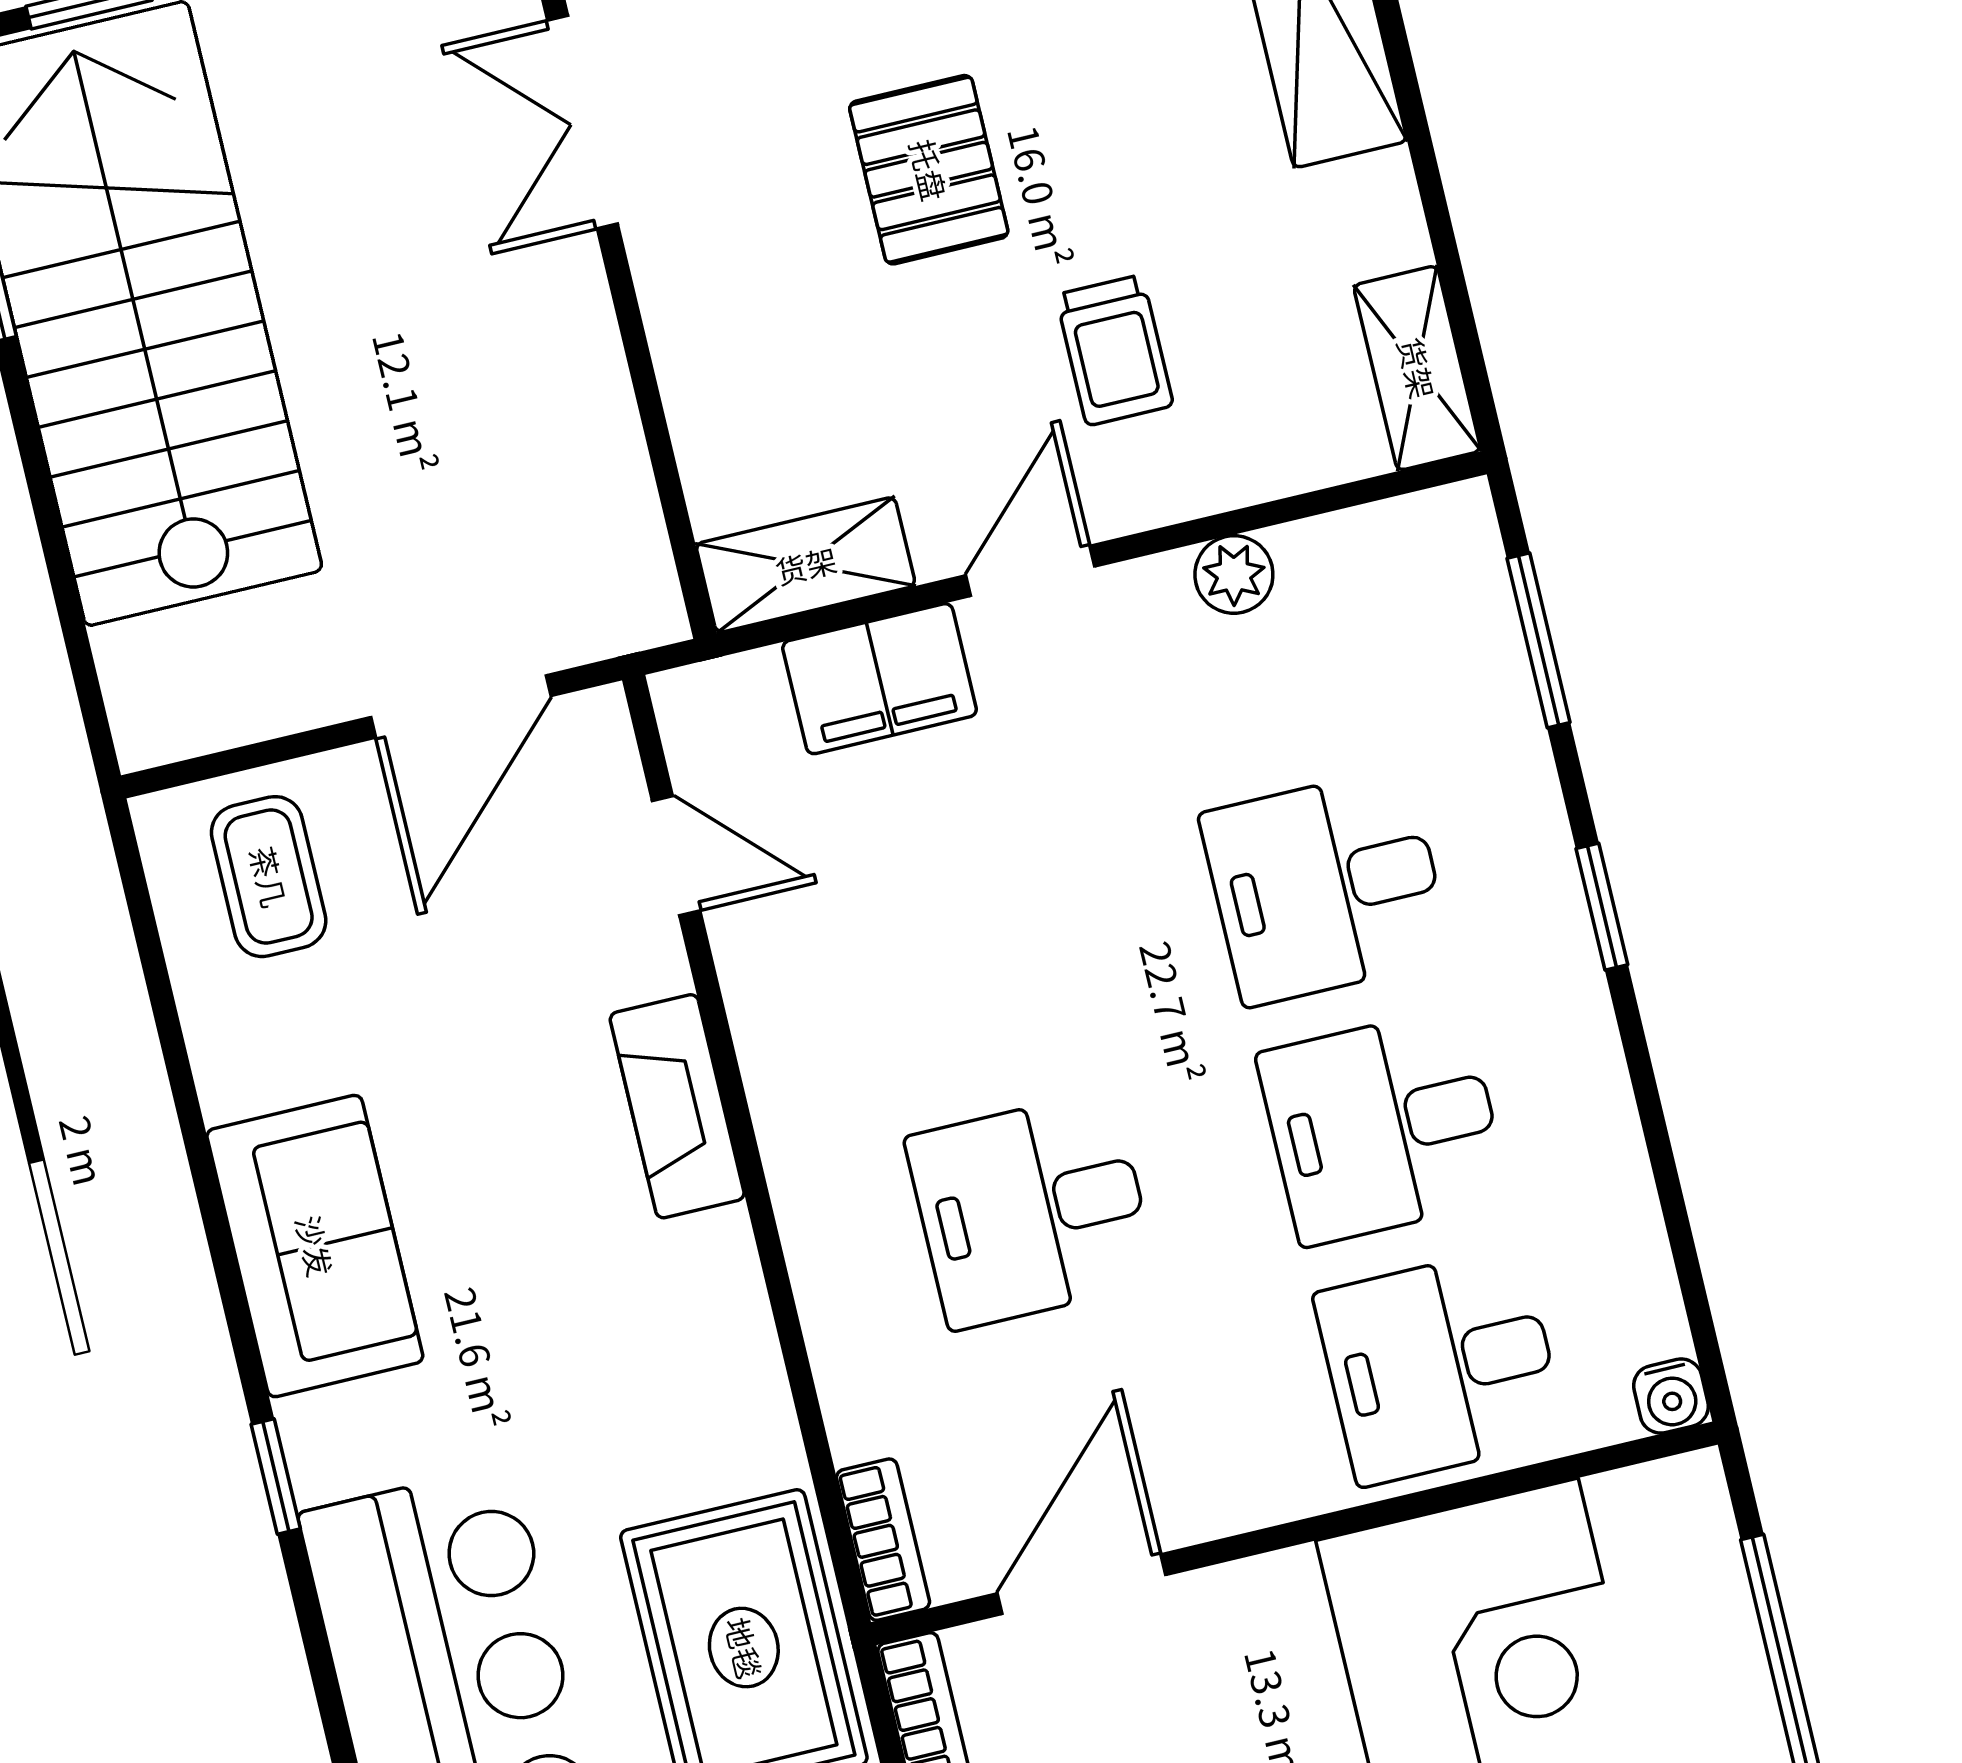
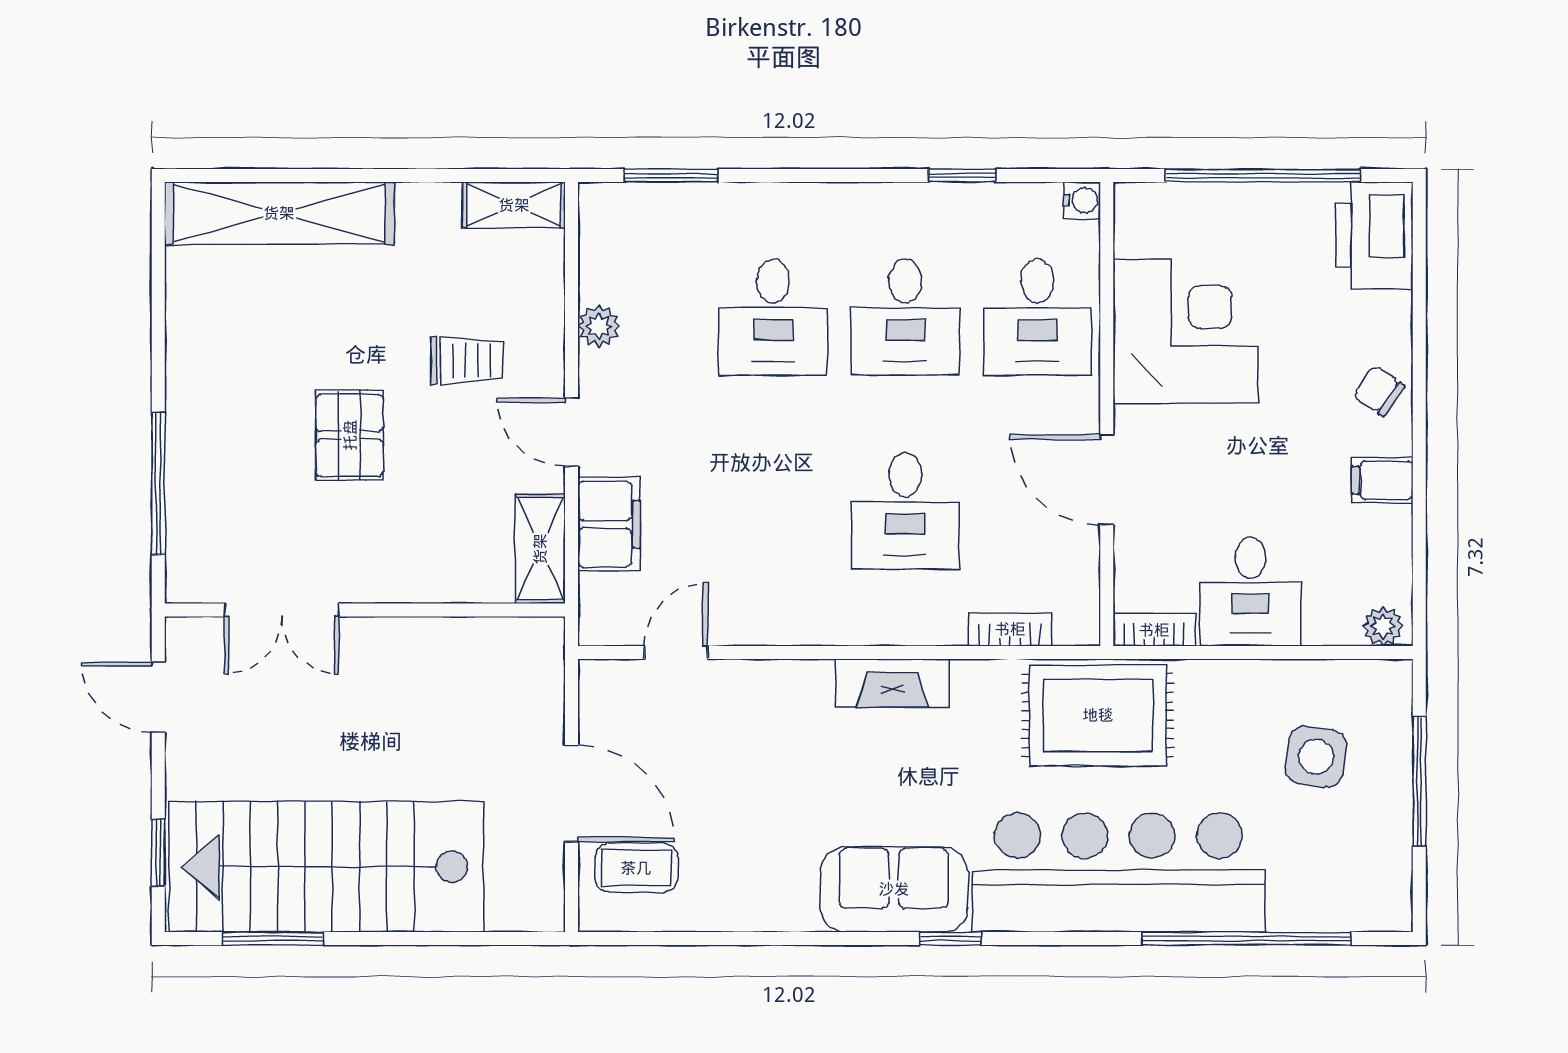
pallet: (929, 170) -> (350, 435), turned 90
door: (461, 706) -> (572, 793), moved
window: (1602, 907) -> (962, 176), moved
fireplace: (677, 1106) -> (892, 683), moved
sofa: (315, 1246) -> (894, 889), moved
bookcase: (883, 1540) -> (1010, 629), moved
door: (1081, 1584) -> (1107, 480), moved

